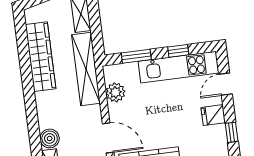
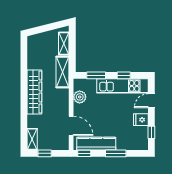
wardrobe: (41, 57) -> (34, 92), moved
shelving: (86, 69) -> (63, 72), width x0.68
boiler: (50, 138) -> (33, 121), removed

